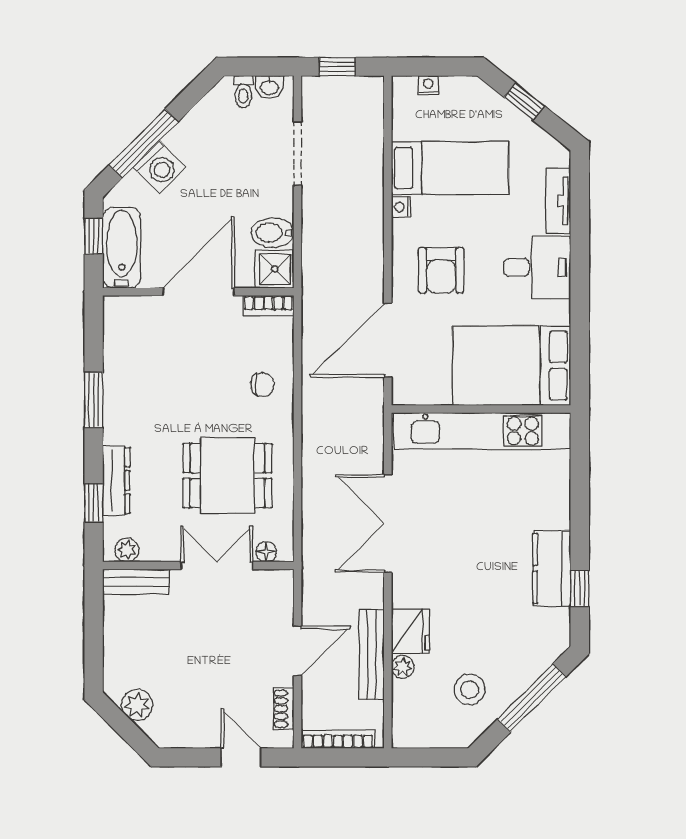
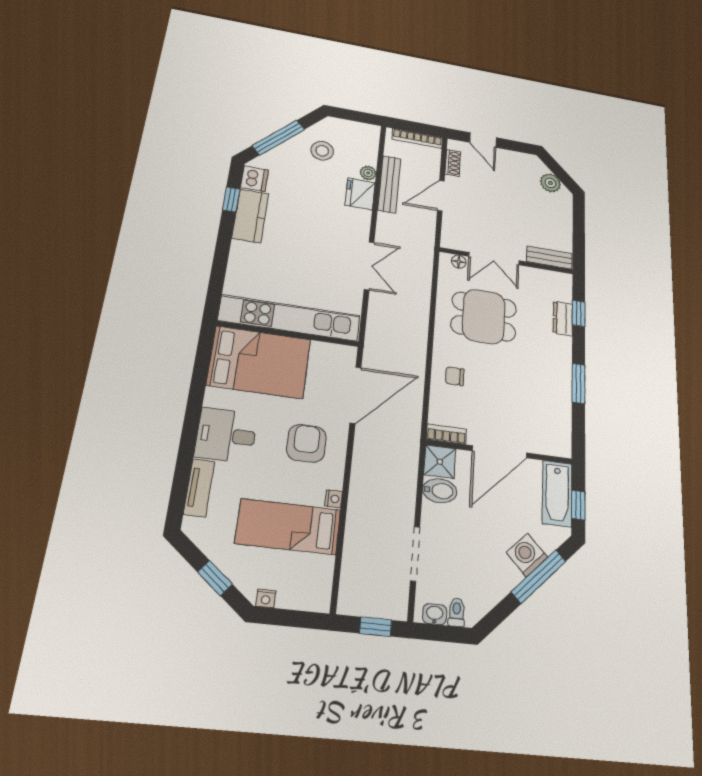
nightstand: (428, 85) -> (266, 598), moved
dresser: (116, 480) -> (563, 318), width x0.70
double door: (388, 524) -> (369, 266), width x0.73
plant: (127, 550) -> (556, 279), removed
dishwasher: (554, 626) -> (255, 179), added

